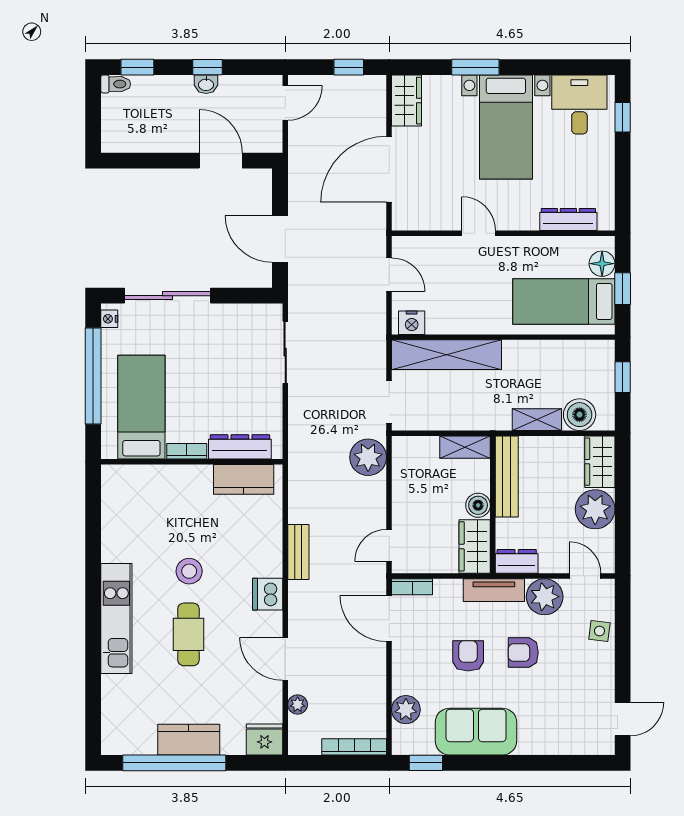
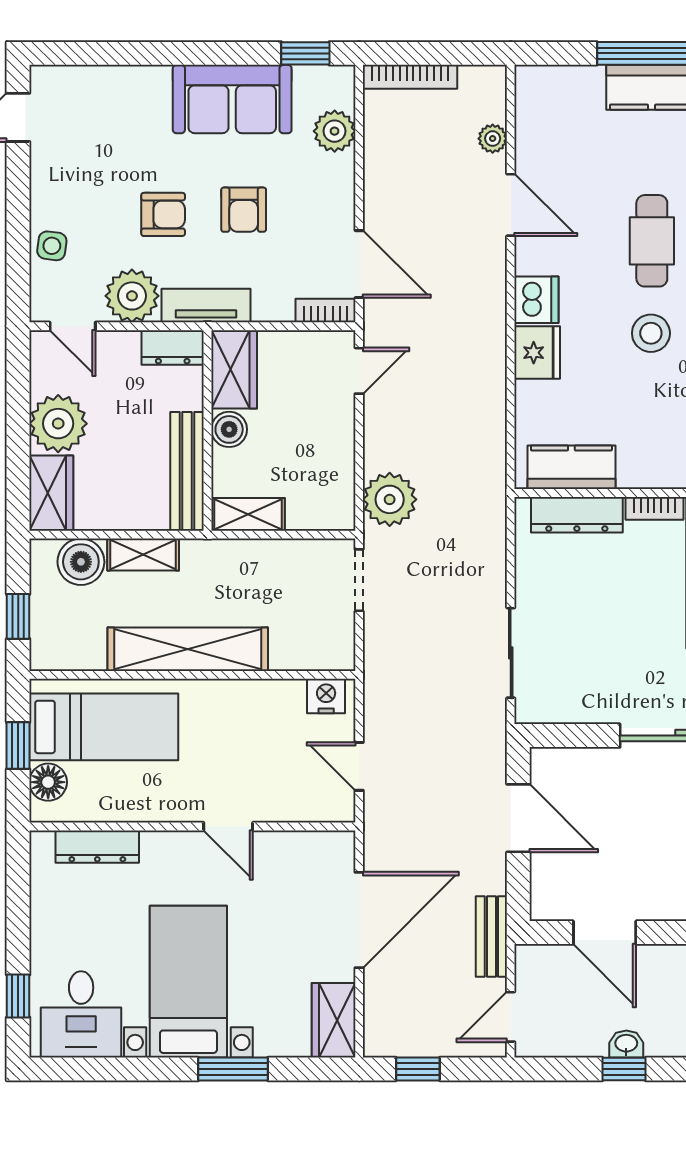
shelving: (446, 355) -> (188, 649), moved
bench: (298, 552) -> (491, 937), moved
fridge: (264, 739) -> (537, 353), moved, turned -90

